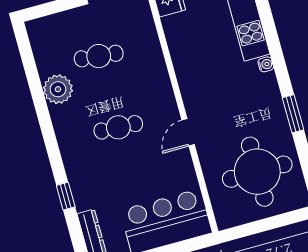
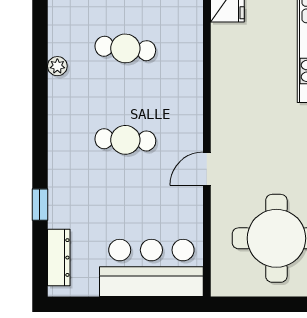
plant: (58, 89) -> (57, 66), width x0.53, depth x0.53

